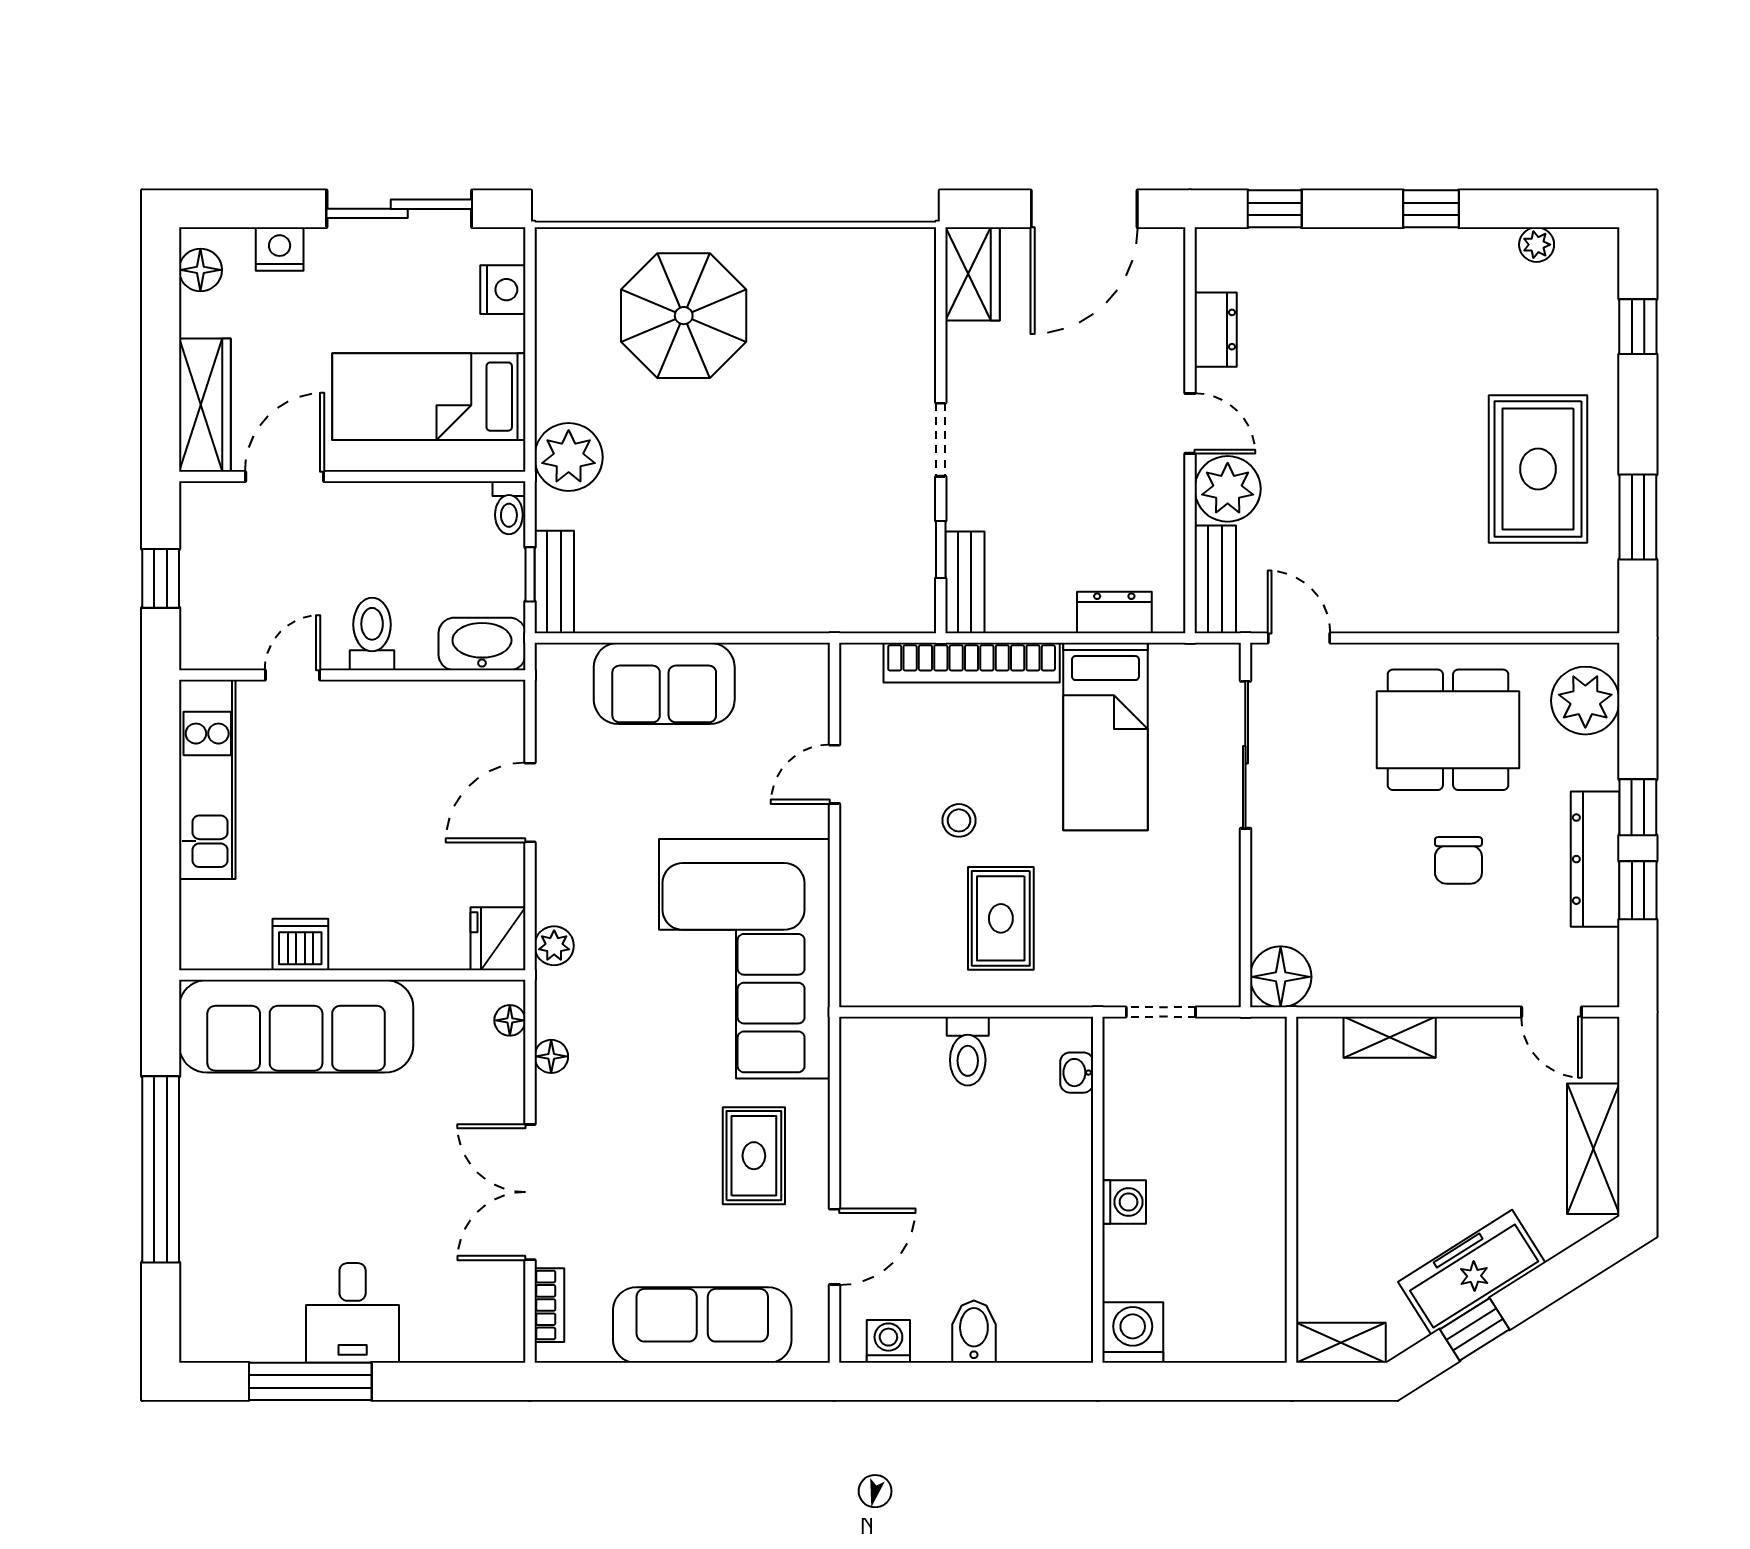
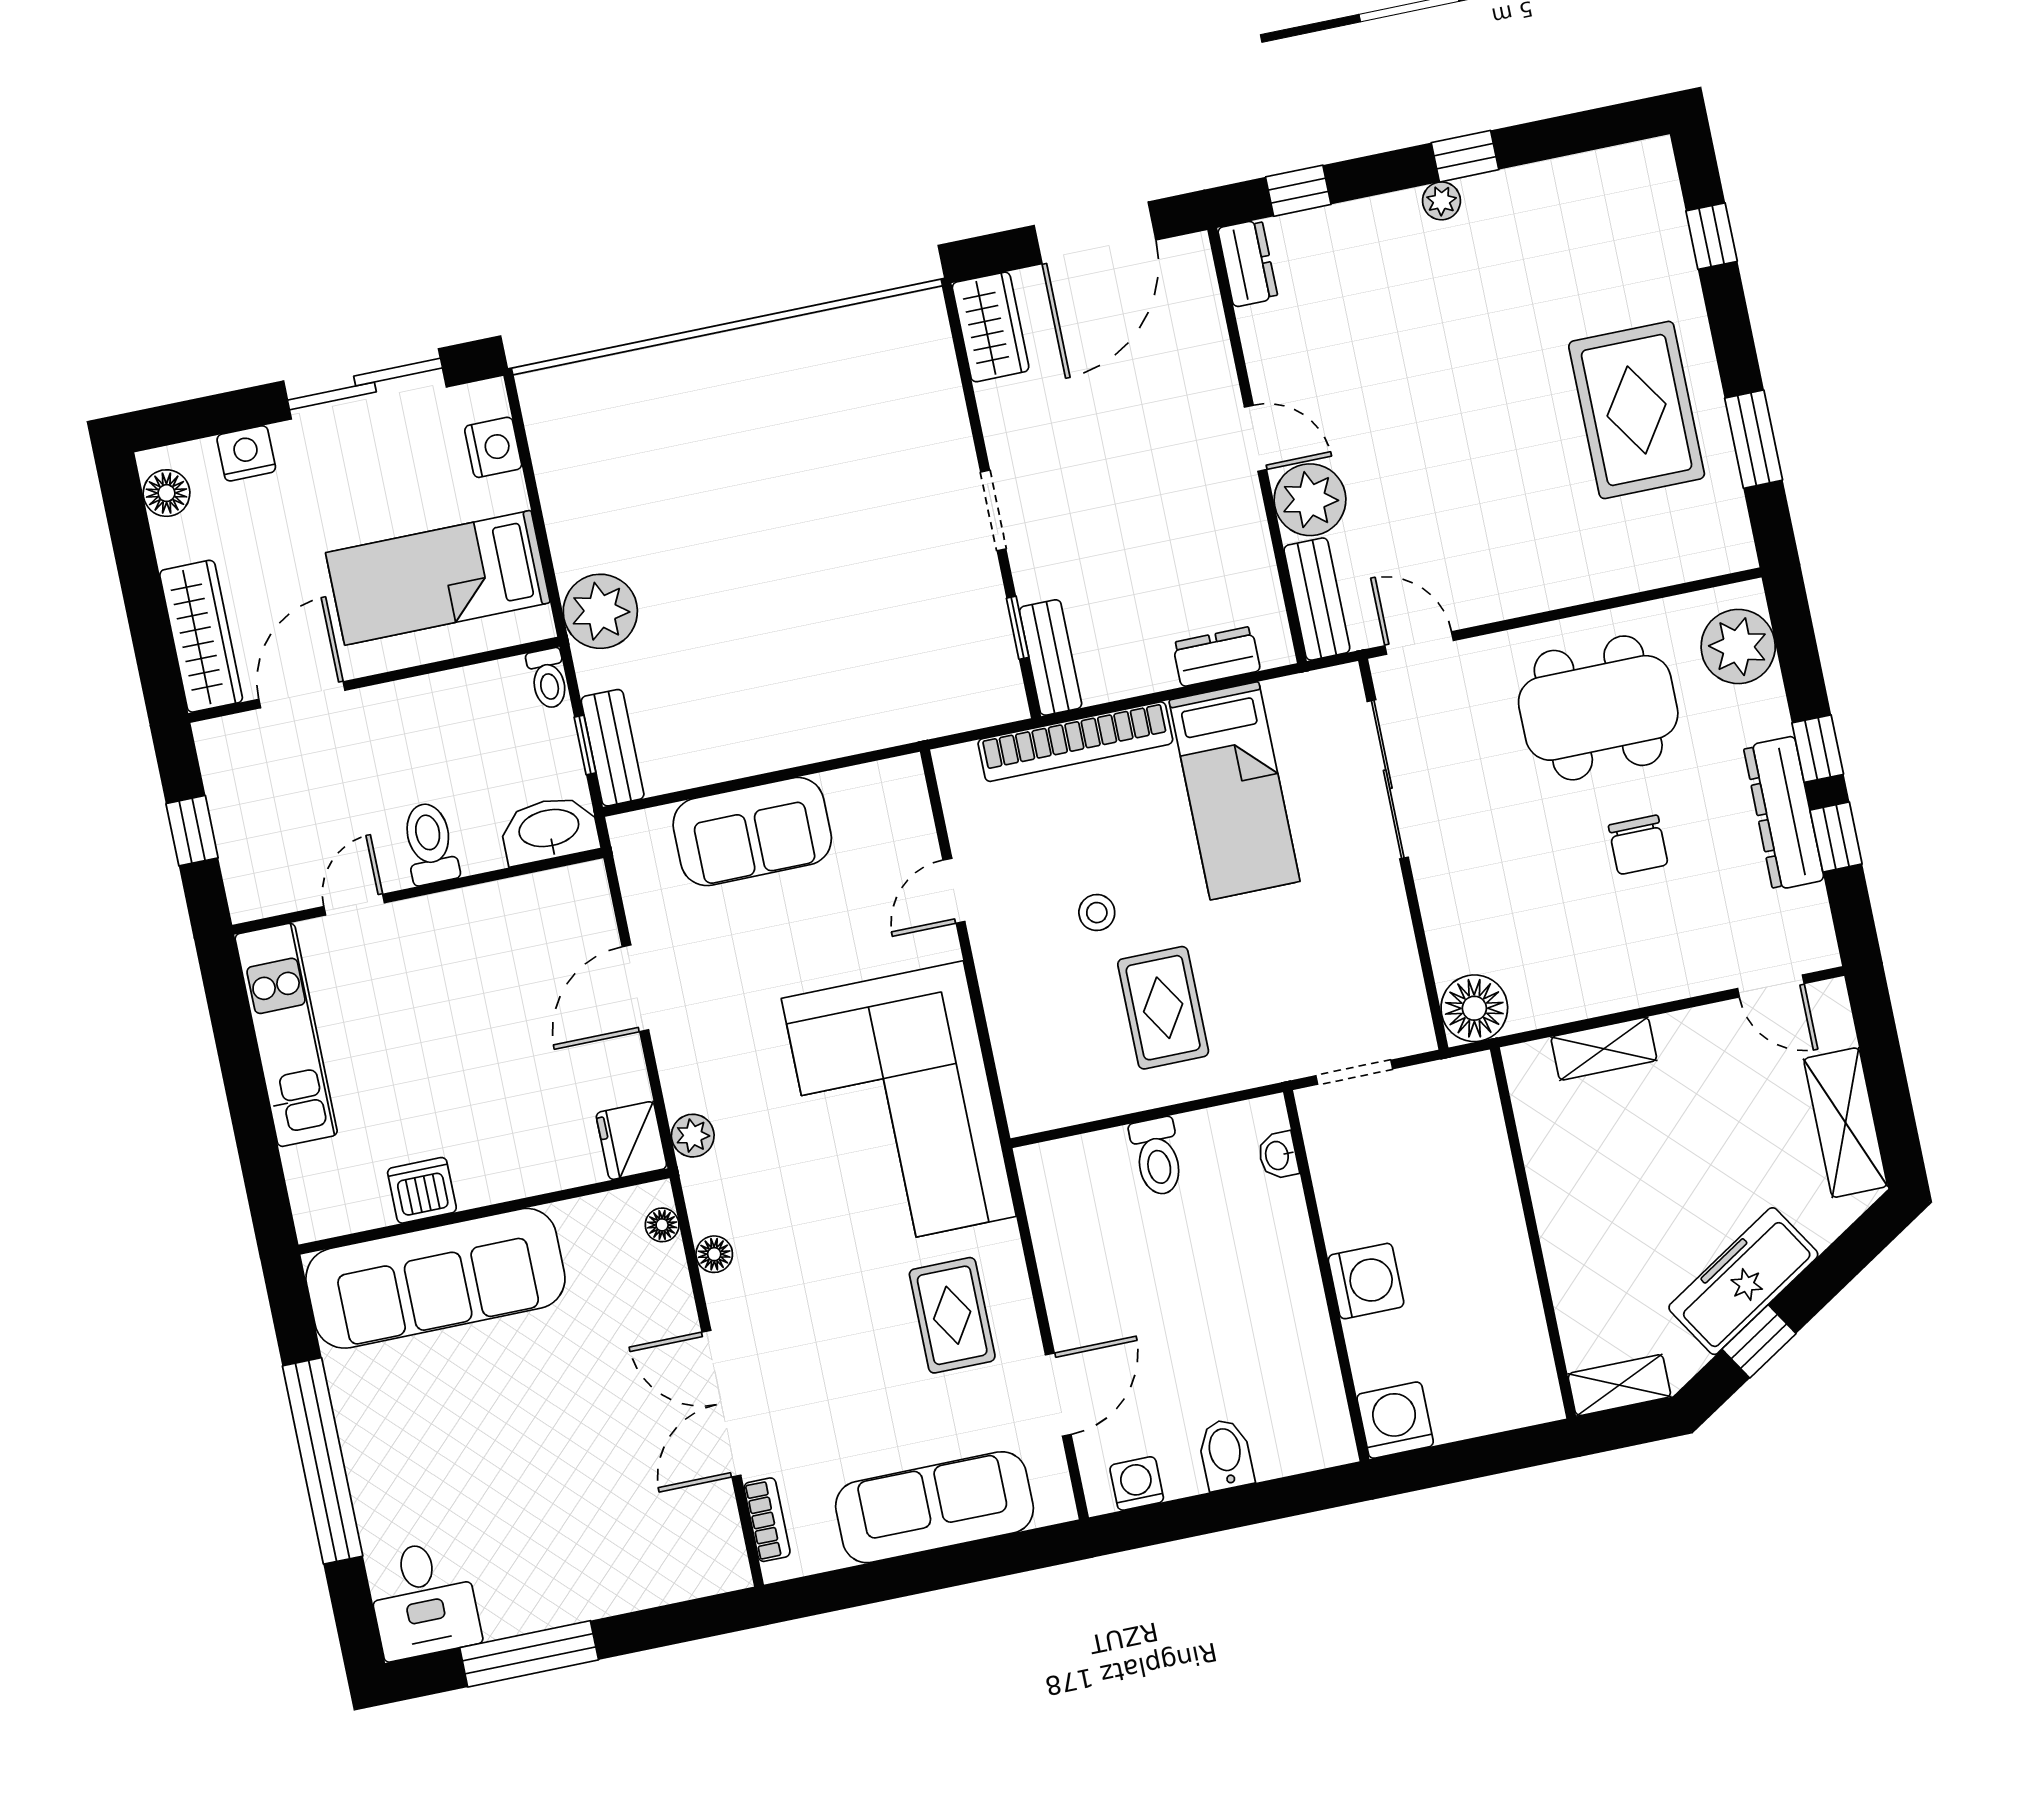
plant: (1537, 245) -> (1441, 201), moved
parasol: (684, 316) -> (692, 435), removed
dresser: (1216, 330) -> (1248, 263), moved
washing machine: (1124, 1202) -> (1366, 1281), width x1.38, depth x1.38
desk: (353, 1313) -> (423, 1600), moved

